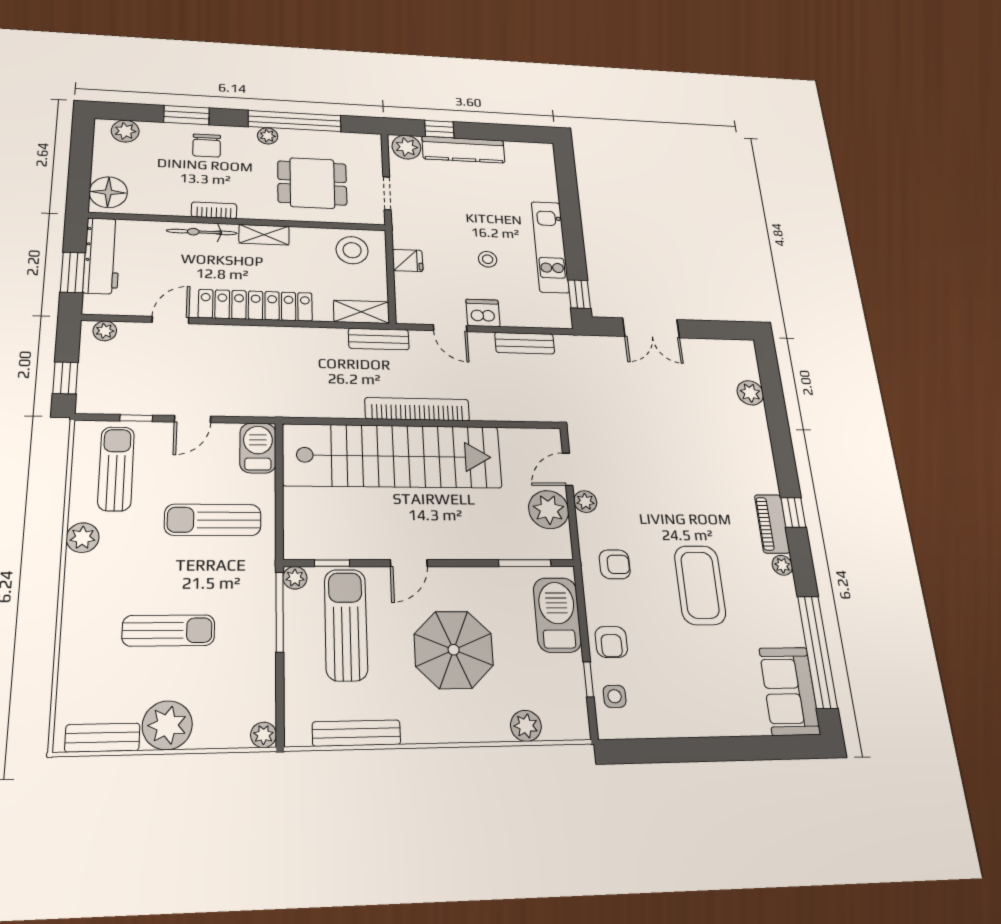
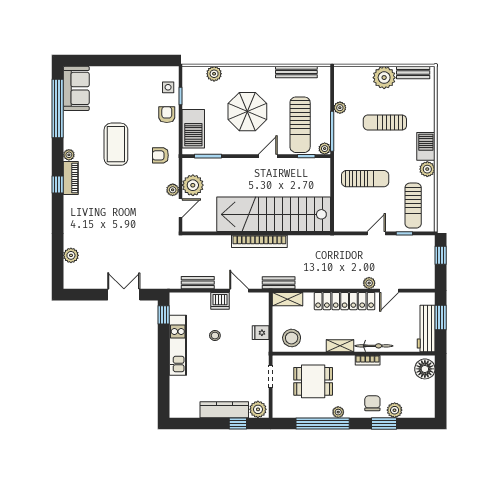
plant: (125, 131) -> (395, 410), moved
plant: (105, 331) -> (369, 283), moved
barbecue: (258, 448) -> (426, 146), moved, turned 180
plant: (264, 735) -> (340, 108), moved

